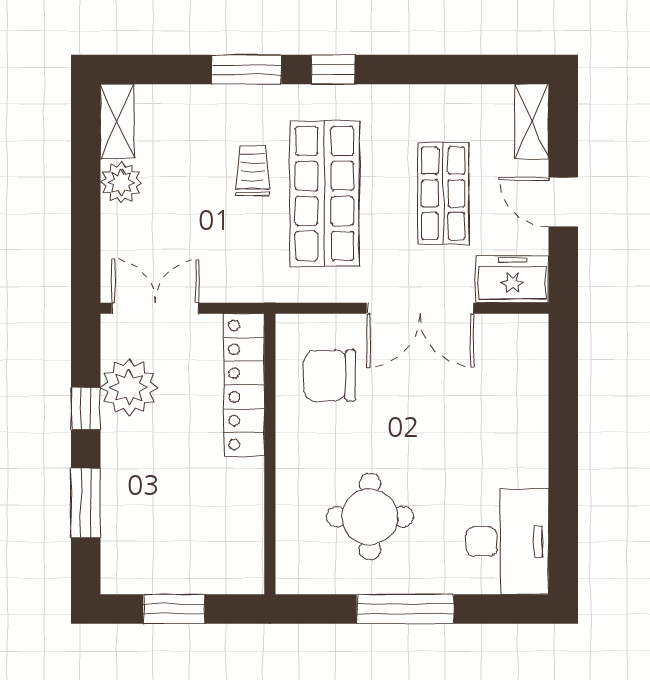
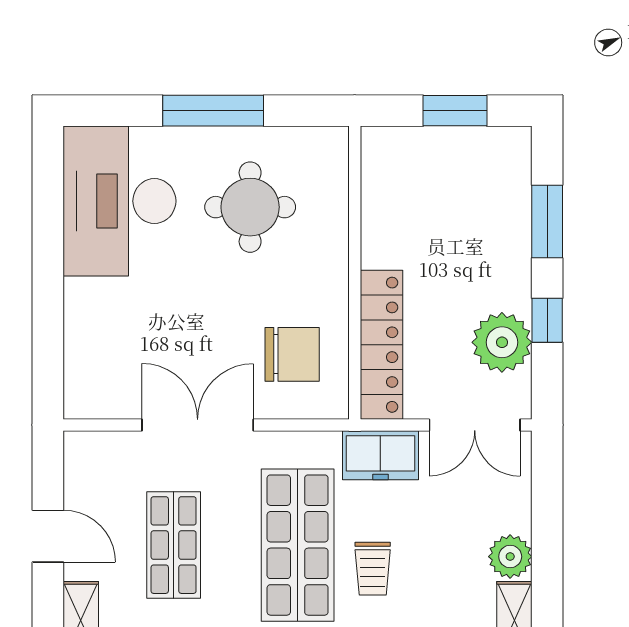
freezer: (512, 279) -> (380, 455), moved
desk: (507, 542) -> (119, 201), width x1.36, depth x1.30

